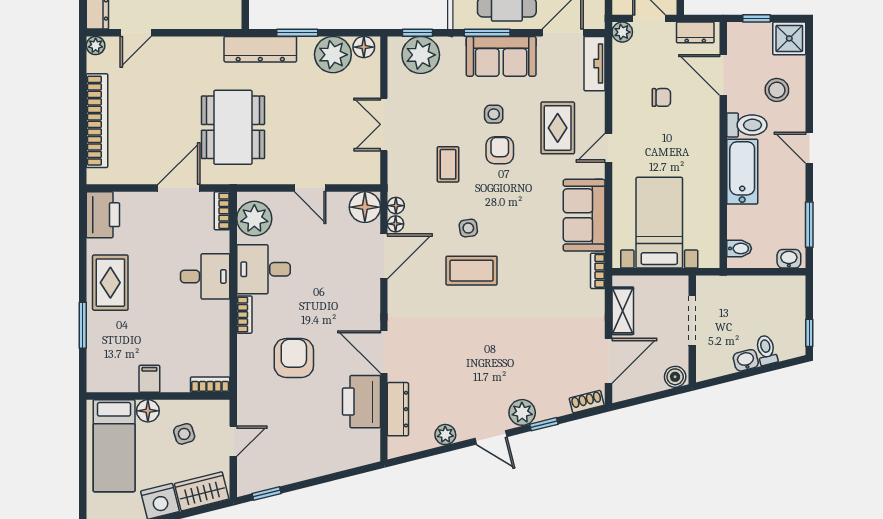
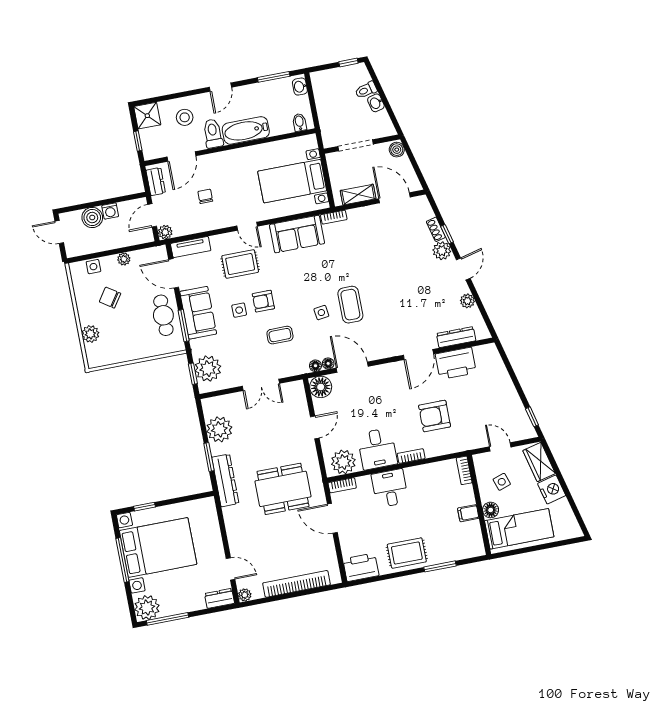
floor lamp: (364, 47) -> (210, 409), removed
shoe rack: (587, 402) -> (436, 229), moved

